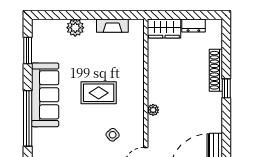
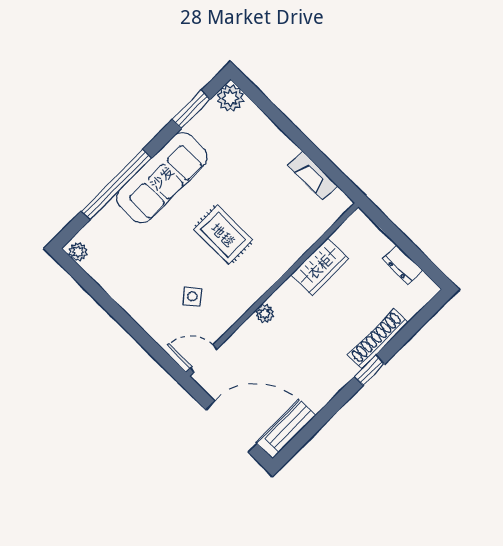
plant: (75, 28) -> (230, 98), moved
wardrobe: (164, 29) -> (320, 267), moved, turned -90

